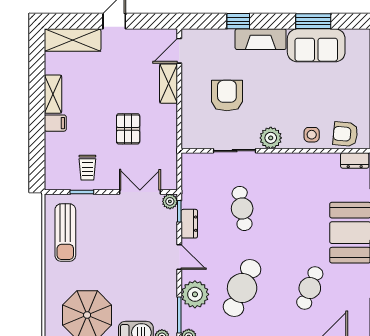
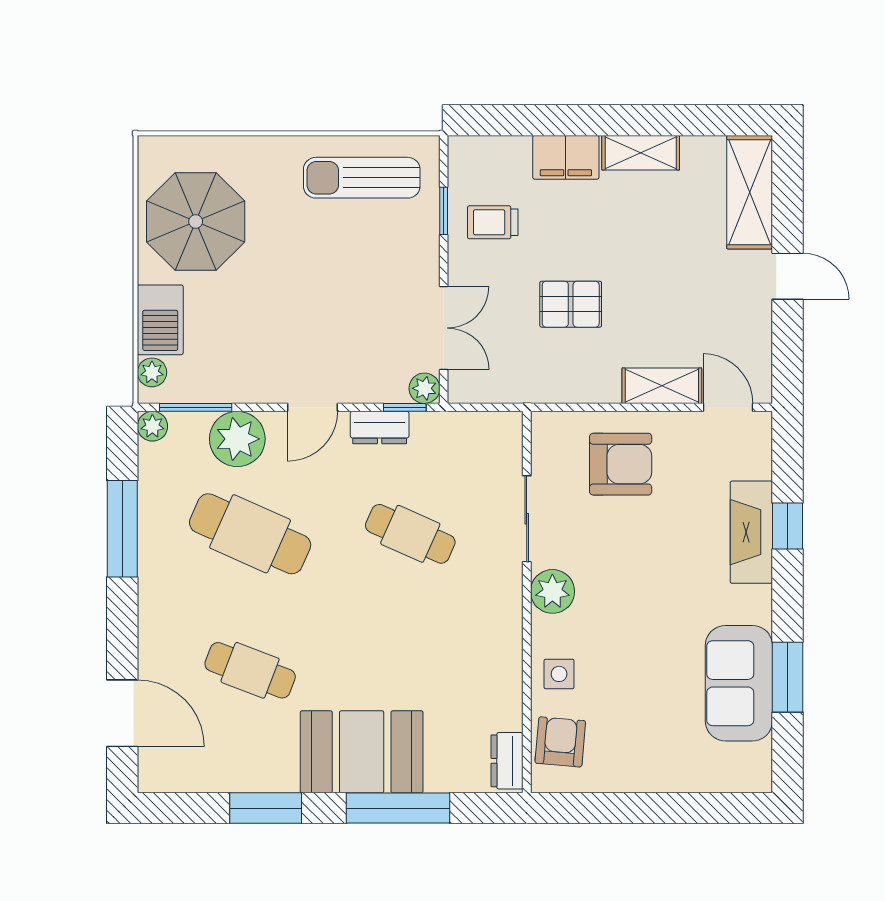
fireplace: (261, 39) -> (751, 532), moved
armchair: (227, 96) -> (621, 464), moved
filing cabinet: (55, 123) -> (566, 157), width x2.00
cafe table: (242, 208) -> (410, 534), turned 33

